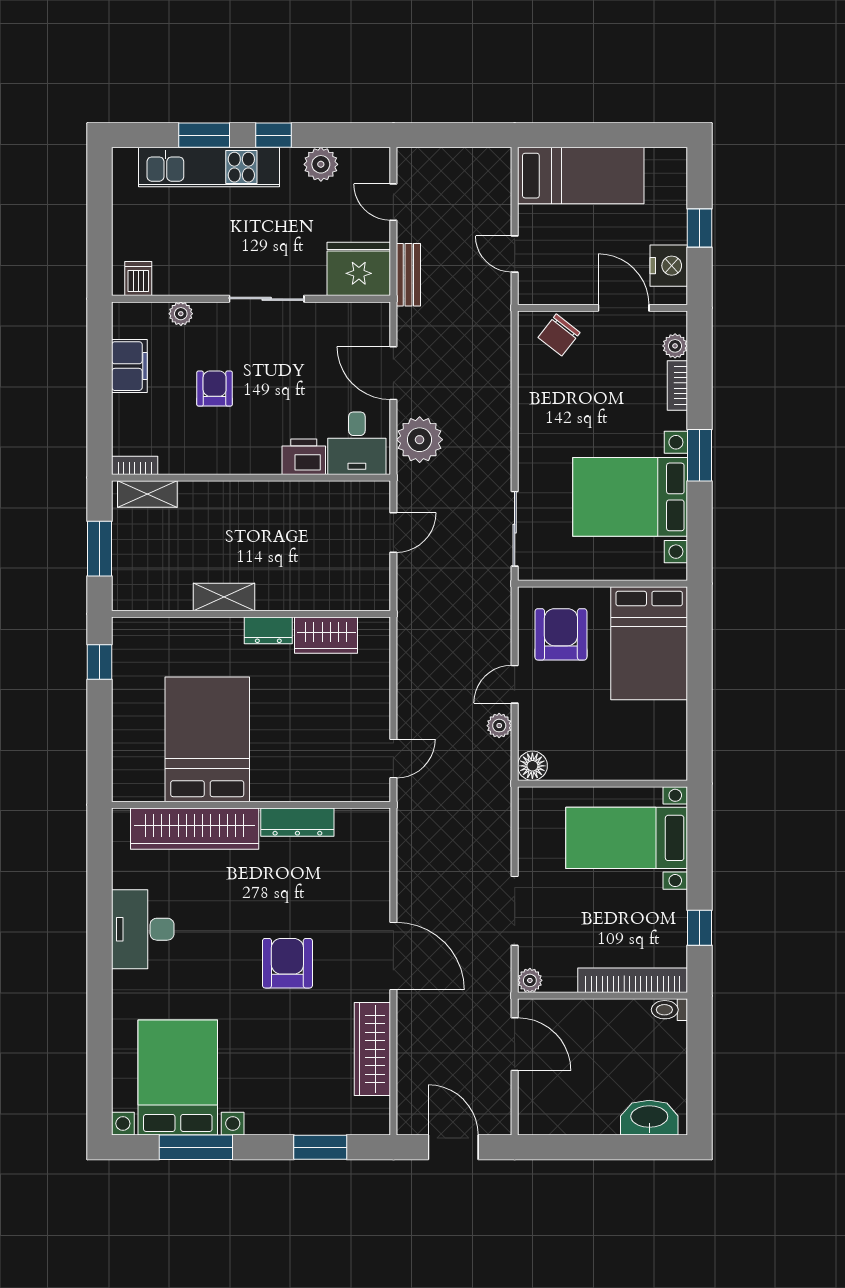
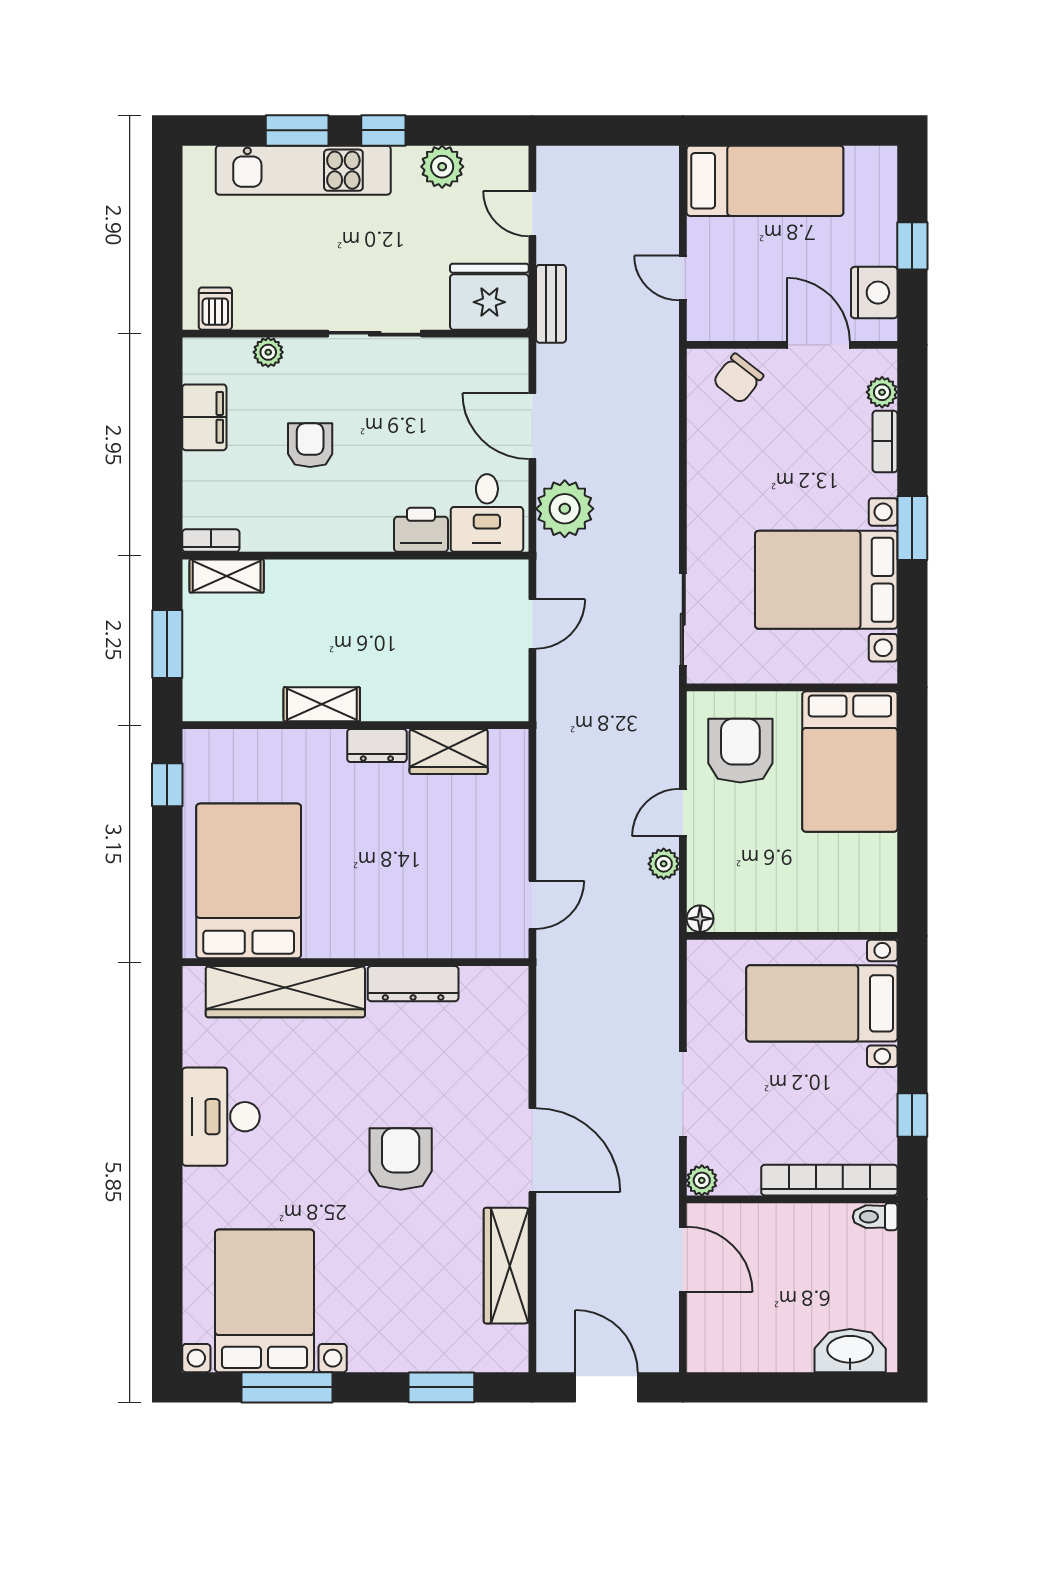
bed: (207, 739) -> (249, 881), moved
floor lamp: (532, 766) -> (700, 919), width x0.73, depth x0.73

